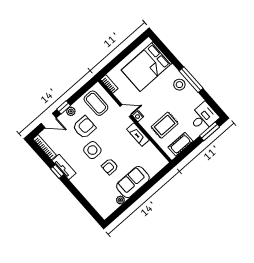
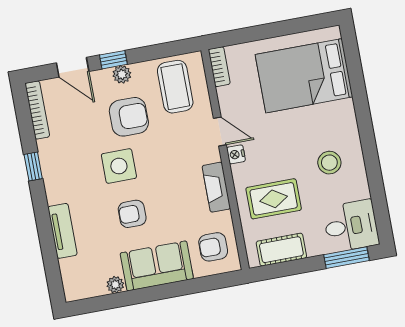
window: (191, 80) -> (369, 146), removed
stool: (179, 85) -> (329, 163), moved
armchair: (152, 160) -> (213, 247), added
tv unit: (64, 167) -> (62, 231), moved

